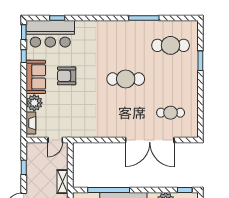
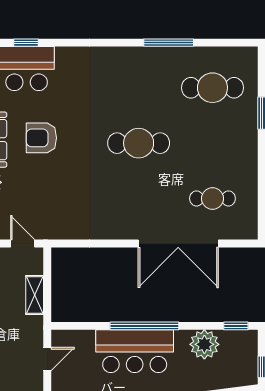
door: (55, 140) -> (23, 244), swing flipped
shelving: (63, 182) -> (35, 295), moved
window: (109, 190) -> (144, 326), moved

